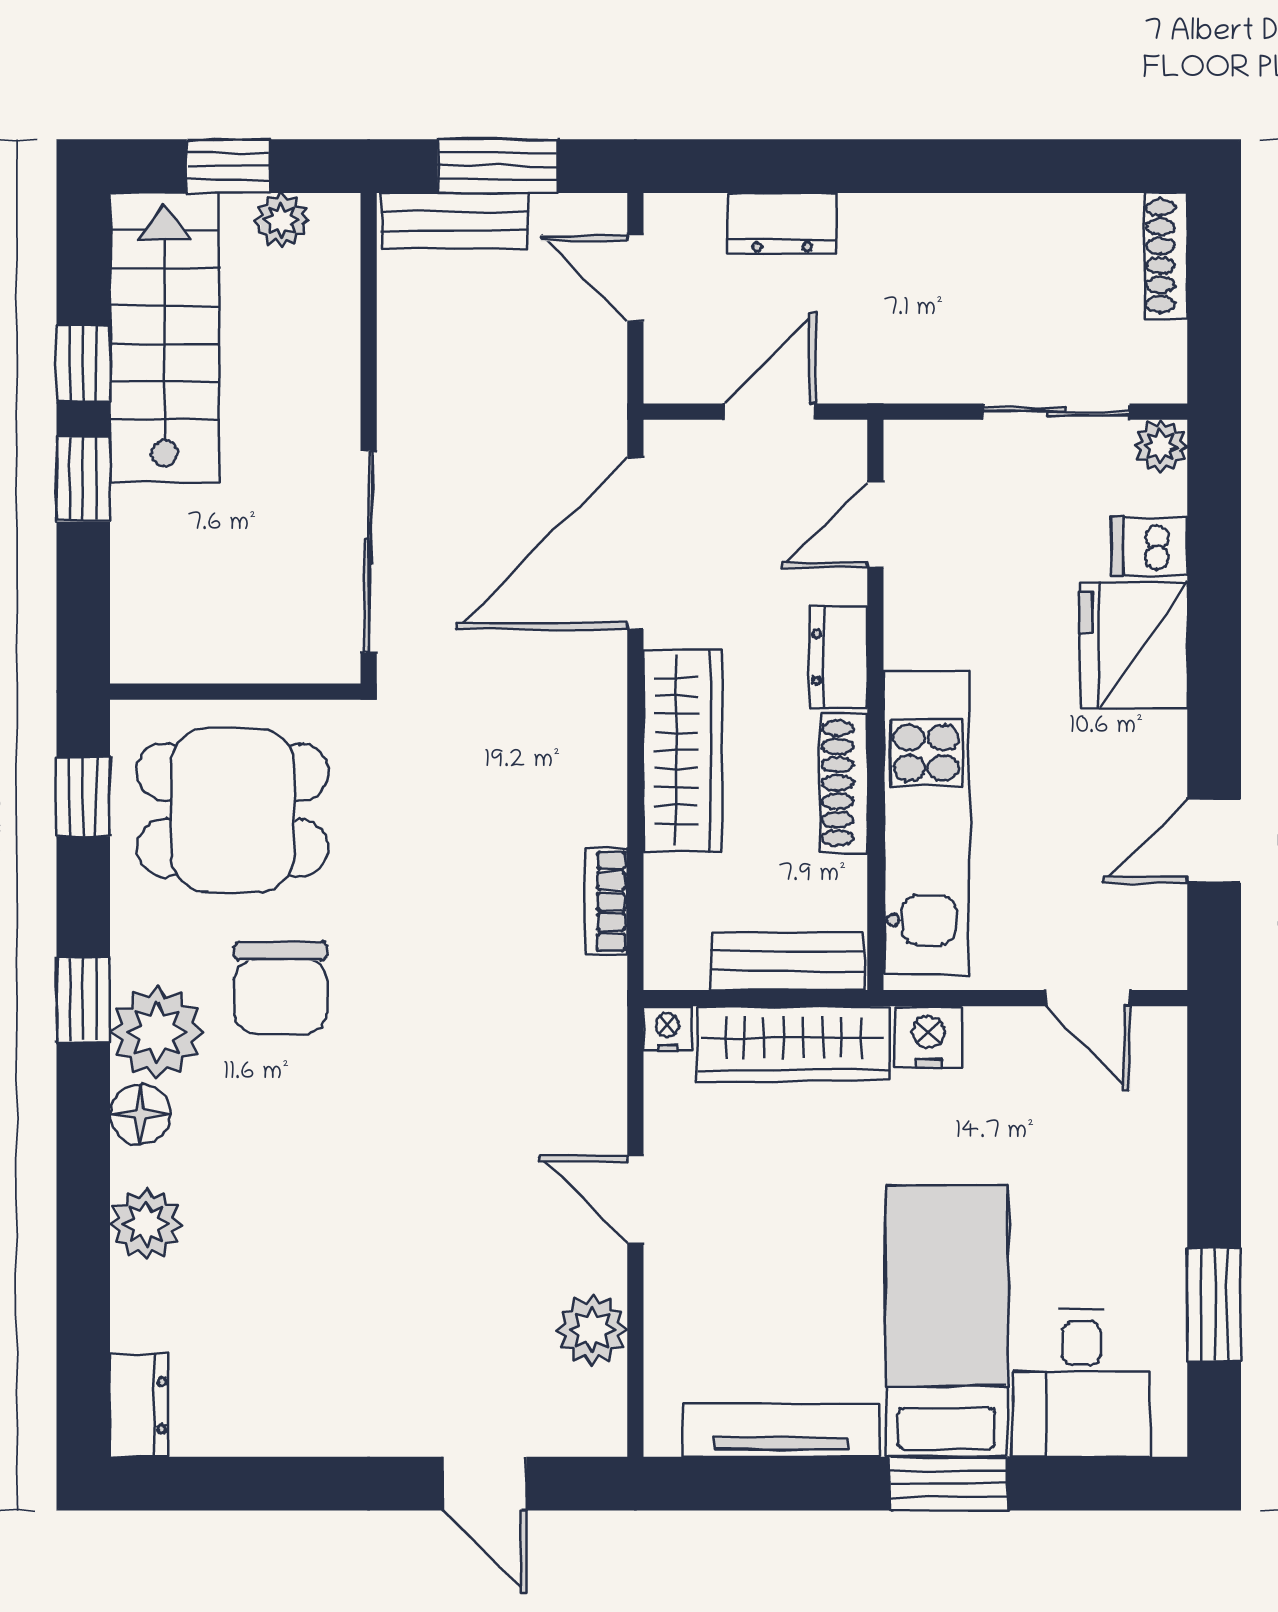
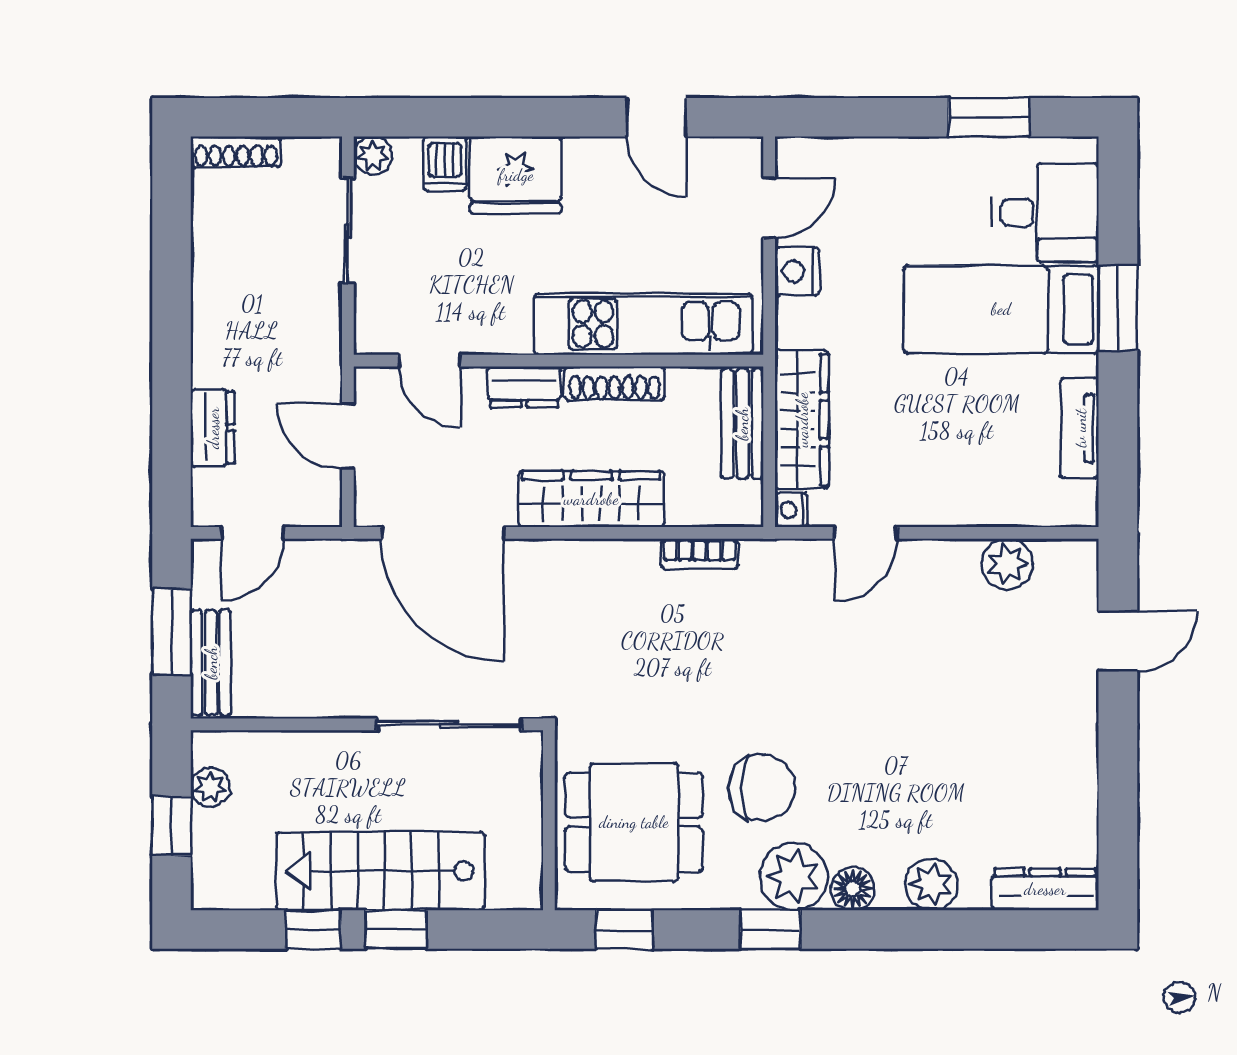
stairs: (165, 338) -> (381, 871), moved
dining table: (233, 810) -> (634, 822), turned 90
nightstand: (928, 1037) -> (797, 271), moved
door: (635, 1199) -> (866, 533), moved
dresser: (139, 1405) -> (1045, 889), width x1.44
tv unit: (781, 1430) -> (1080, 428), width x0.71

